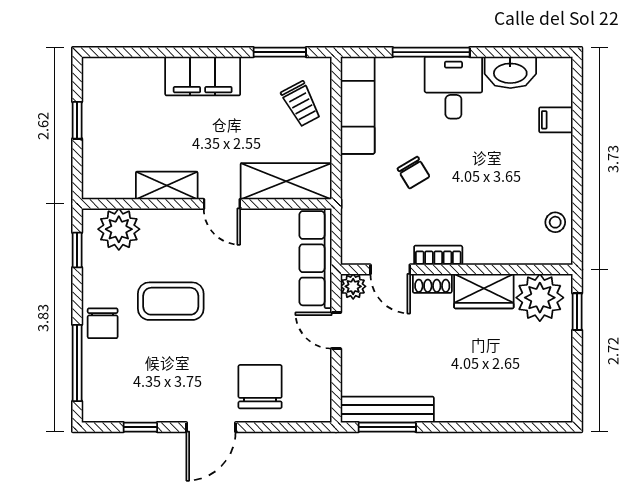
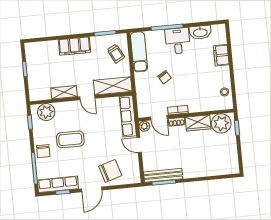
filing cabinet: (556, 120) -> (221, 55), width x2.00
chair: (260, 387) -> (110, 171), turned 73
row of seats: (130, 407) -> (58, 184), added

